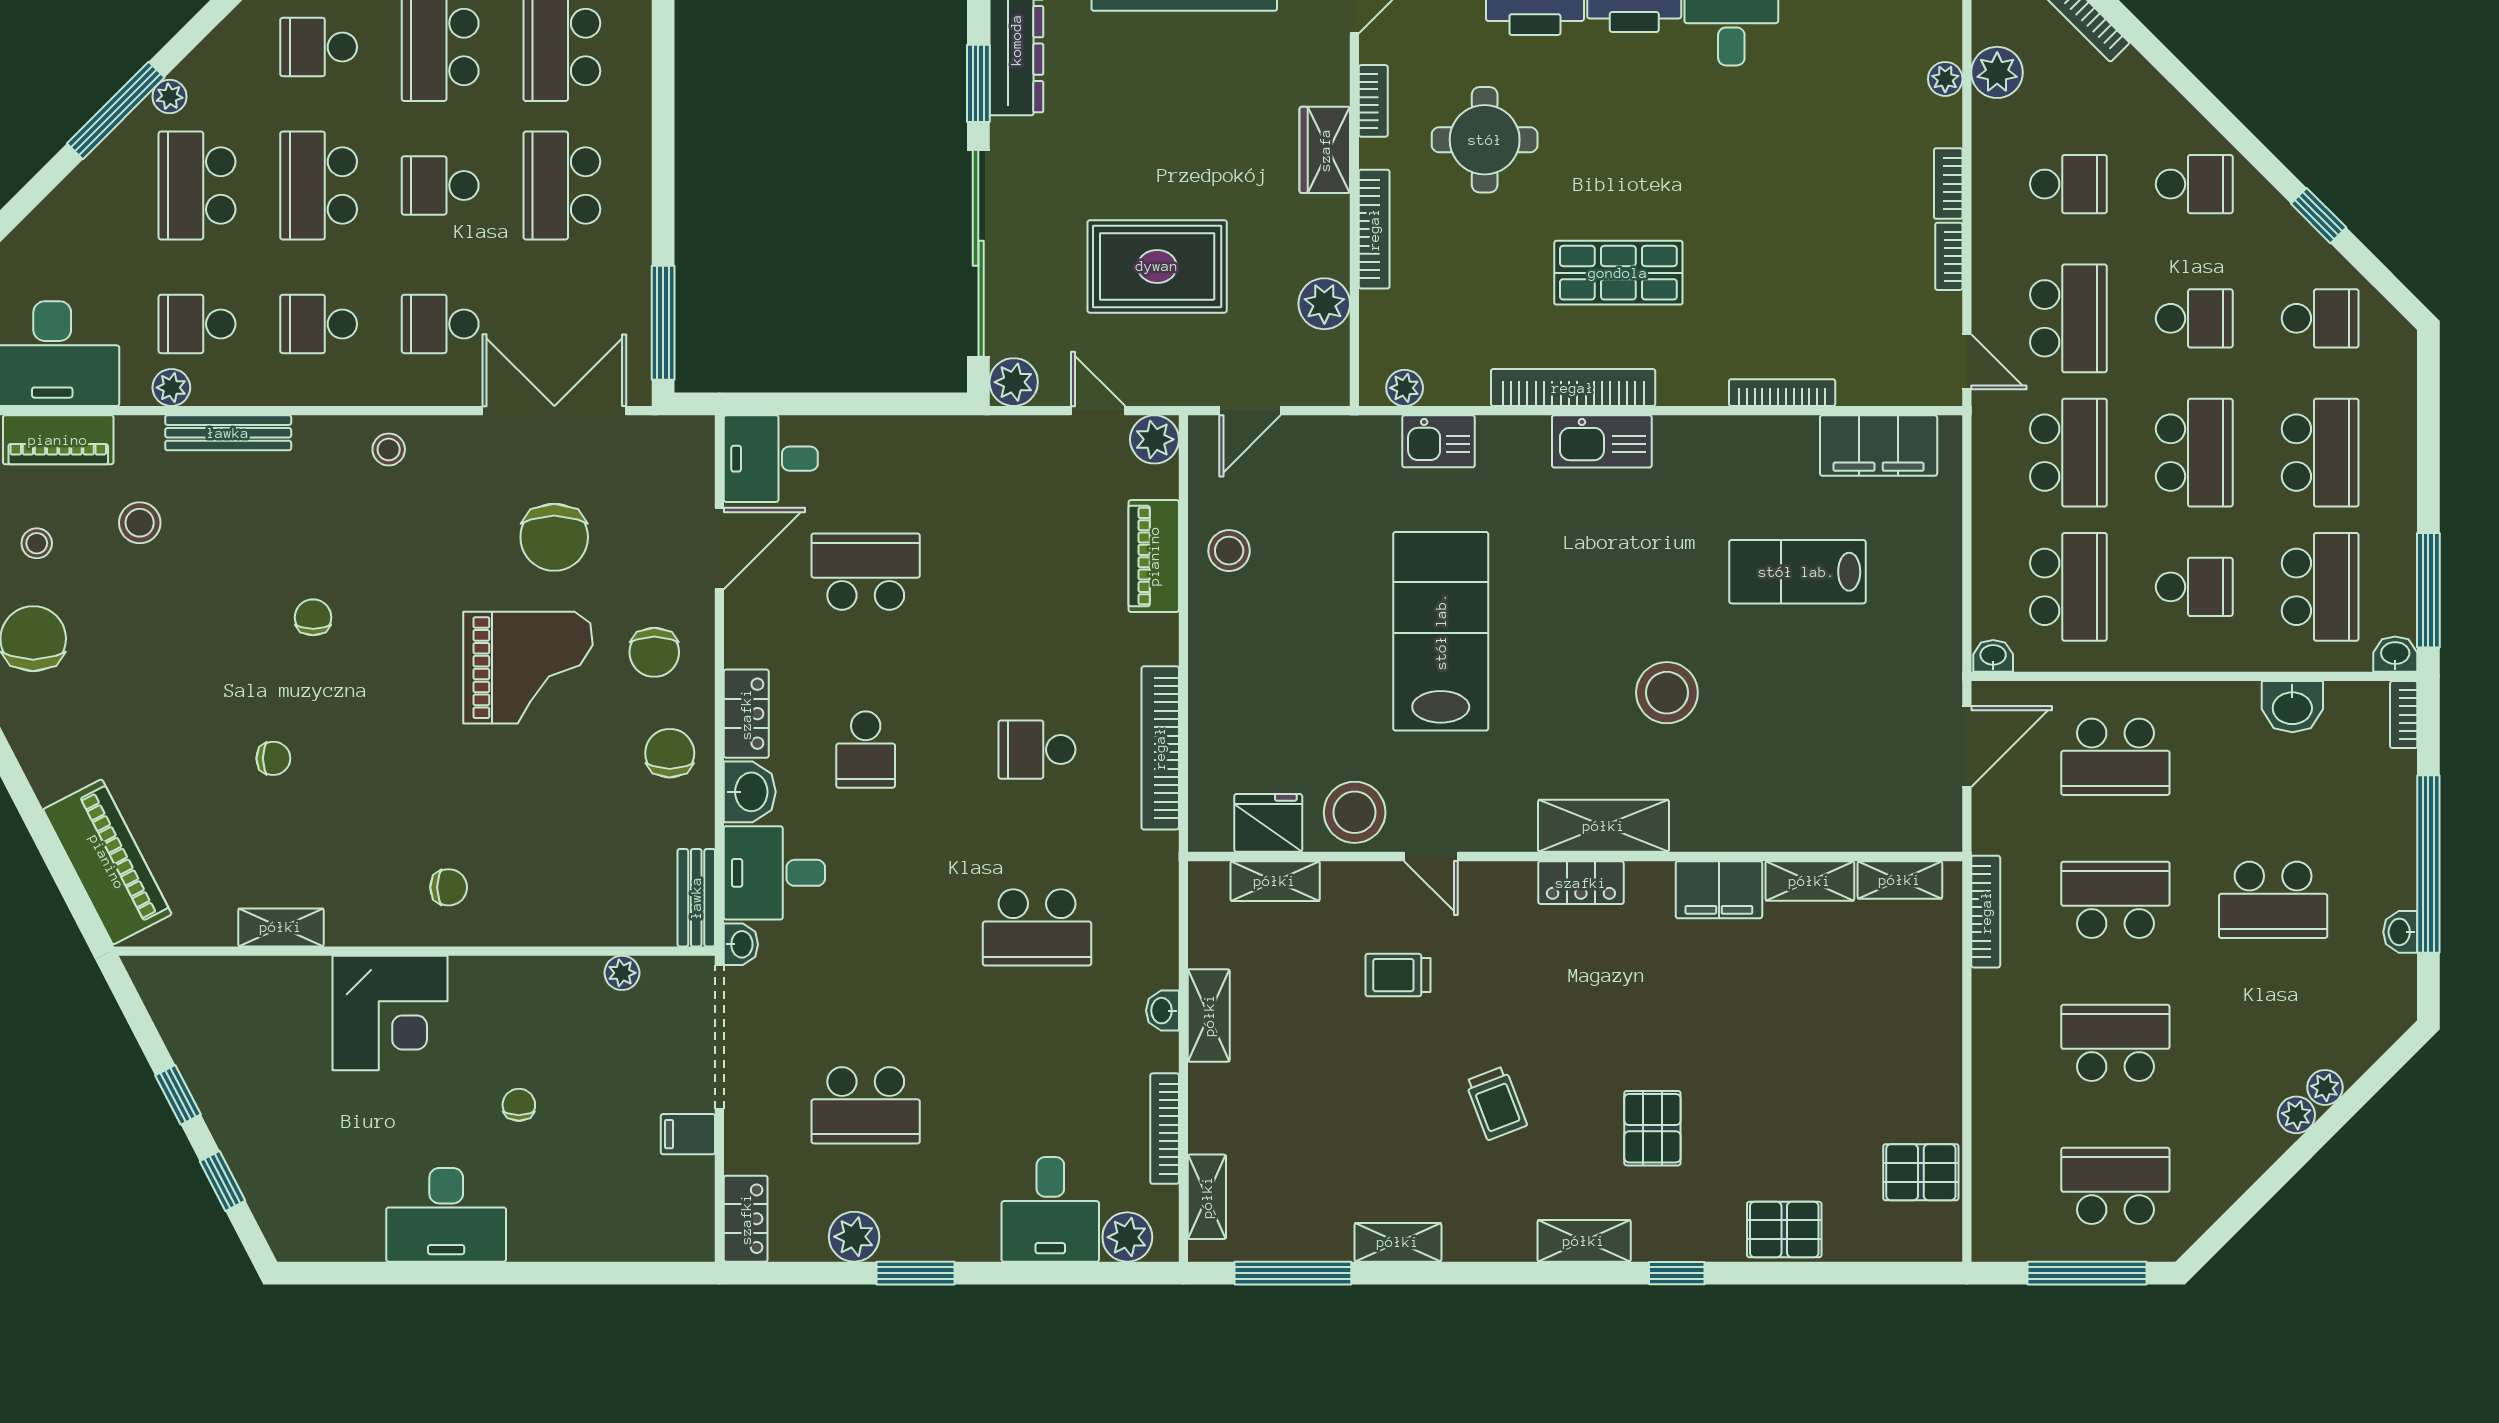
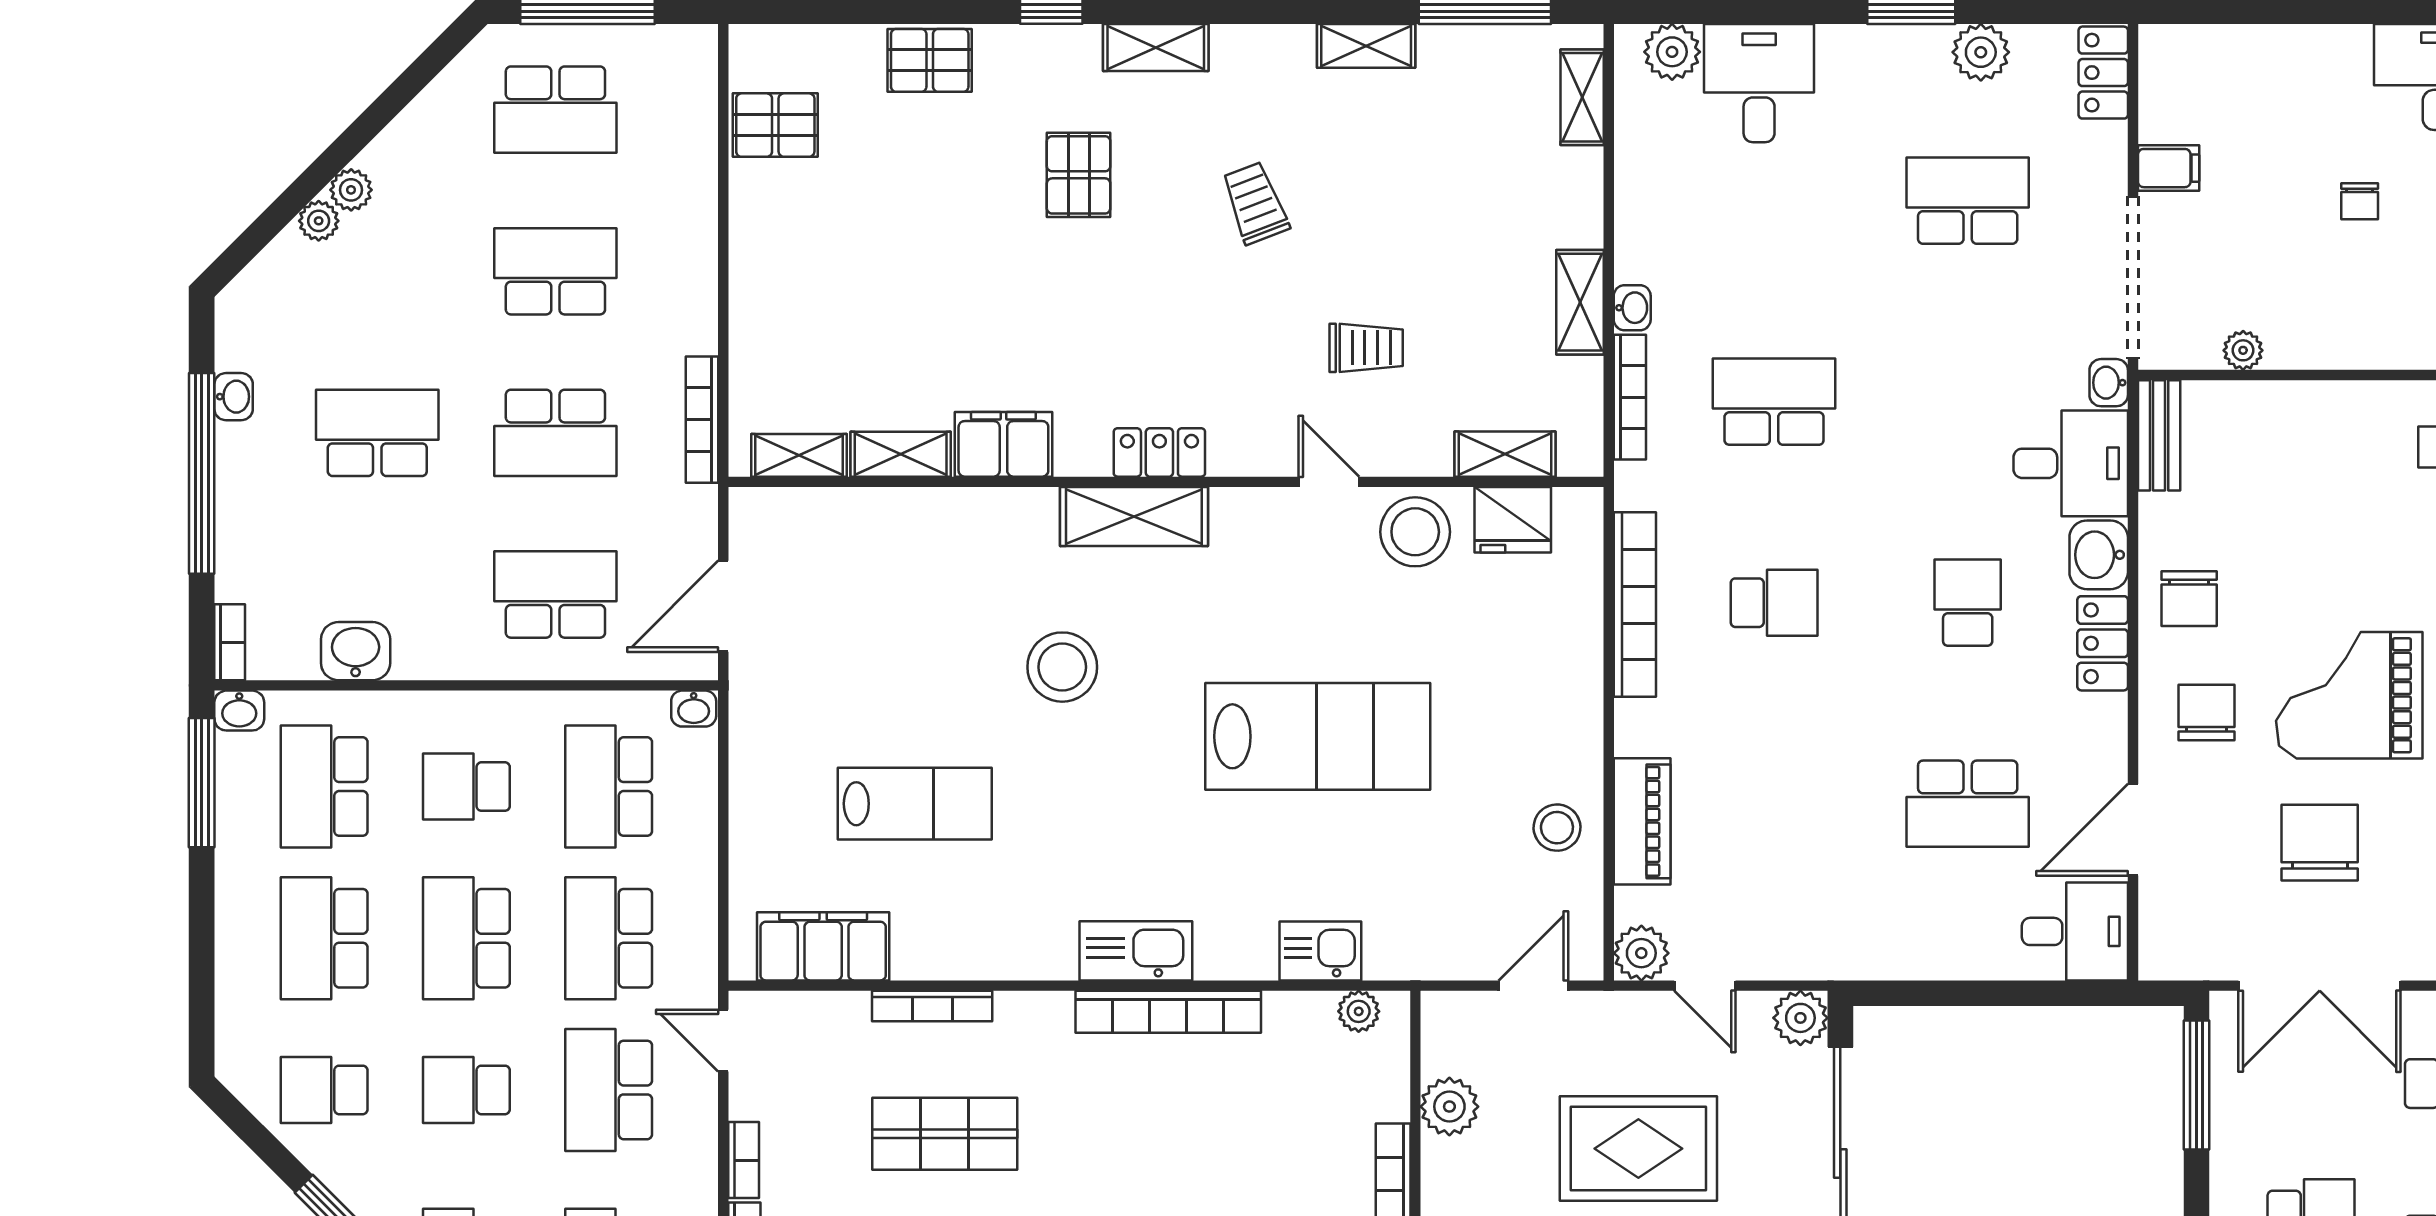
shop shelf: (1618, 273) -> (945, 1134), moved
lab bench: (1441, 631) -> (1318, 736), turned -90
school desk: (2115, 1043) -> (555, 271), turned 180
bookcase: (1165, 1129) -> (1630, 397), moved

